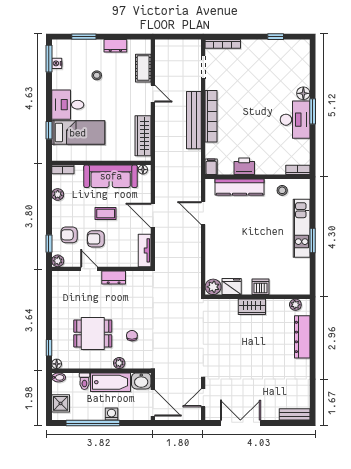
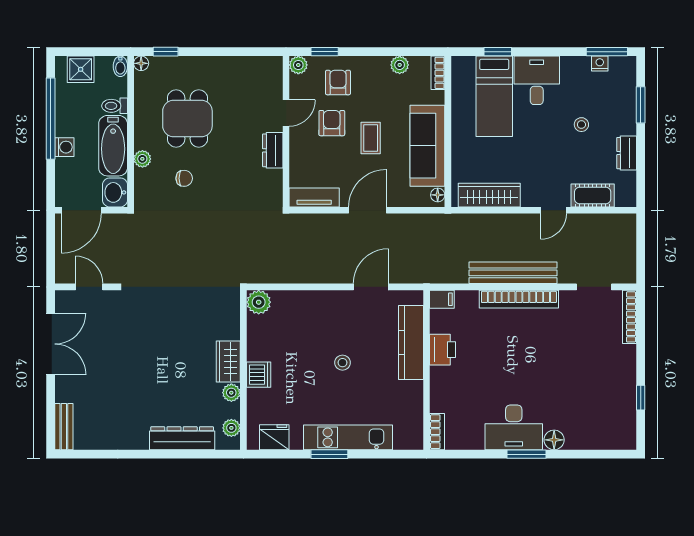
stool: (282, 190) -> (342, 363), moved
fridge: (232, 286) -> (274, 437), moved, turned -90
plant: (272, 305) -> (231, 393), added

